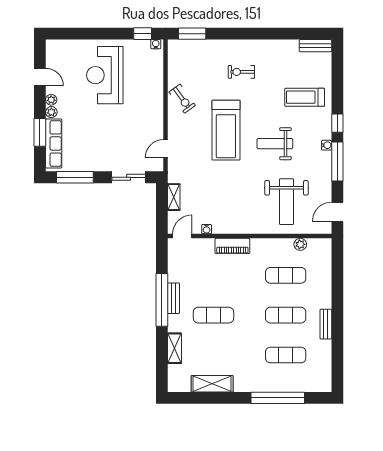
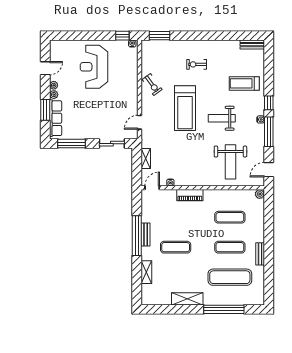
door: (40, 77) -> (45, 68), hinge flipped
plant: (300, 244) -> (260, 194), moved
exercise mat: (286, 355) -> (230, 277), width x1.36, depth x1.45
shelving: (212, 384) -> (187, 299), moved

